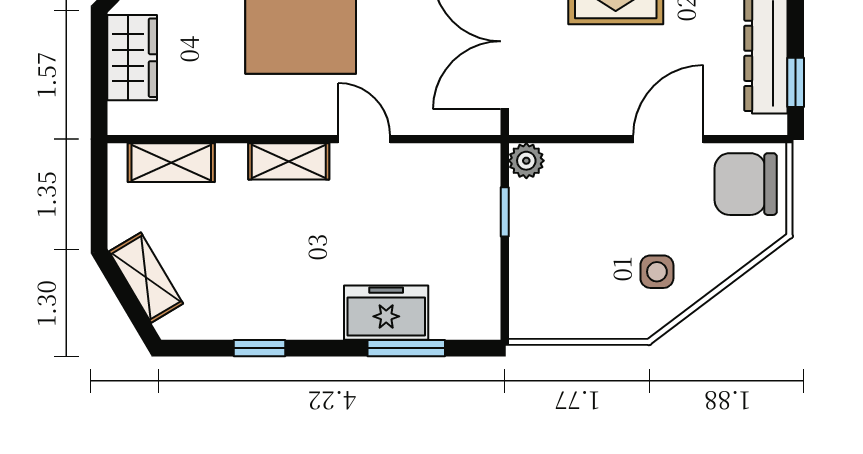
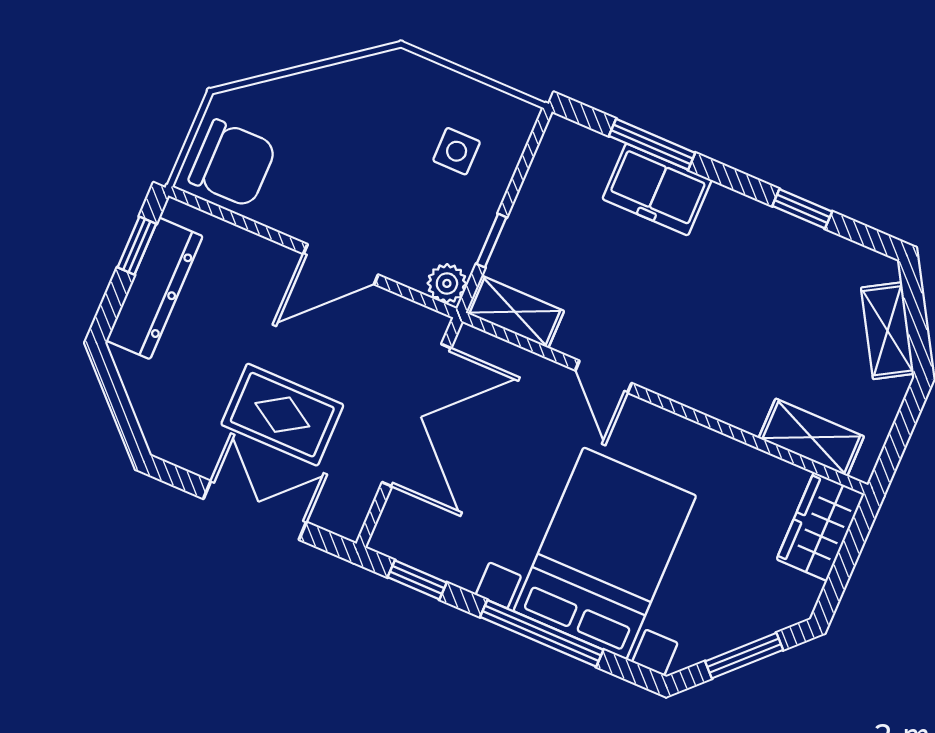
wardrobe: (132, 58) -> (820, 527), moved
door: (668, 139) -> (341, 264), moved
shelving: (289, 161) -> (515, 312), moved
side table: (657, 272) -> (457, 151), moved

